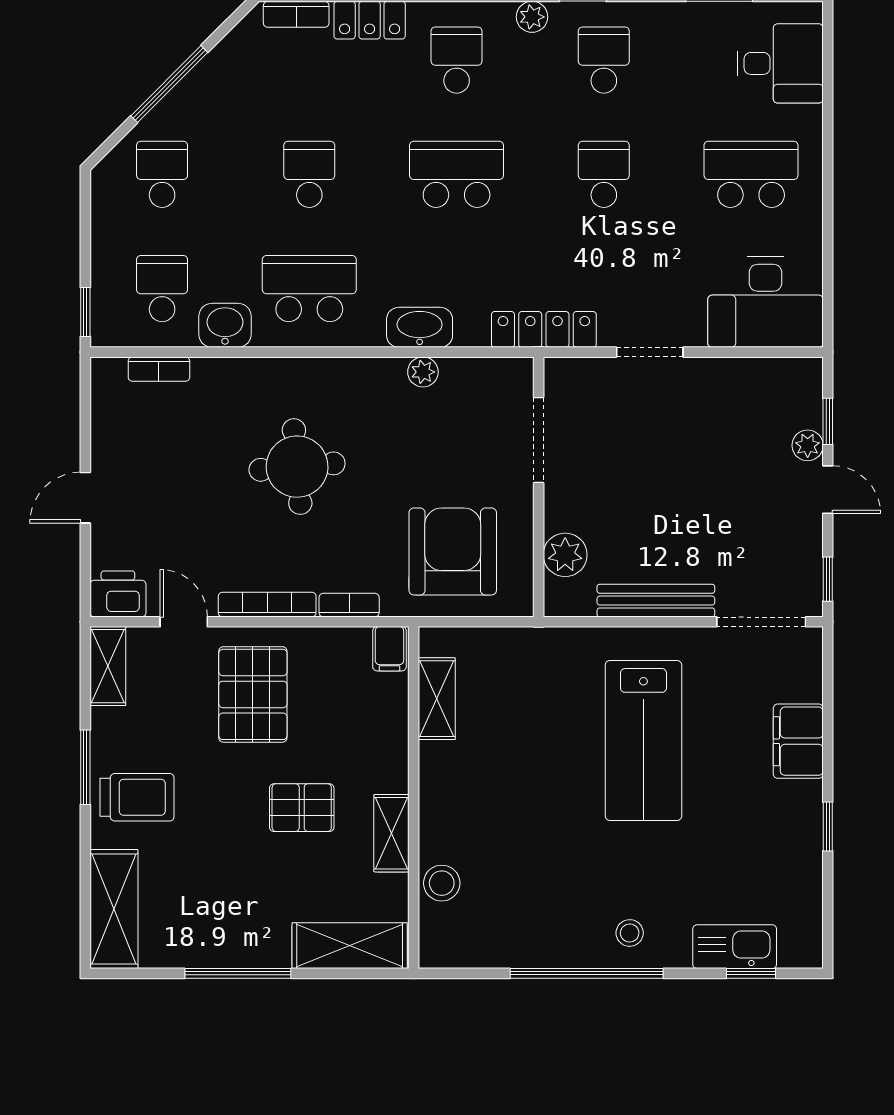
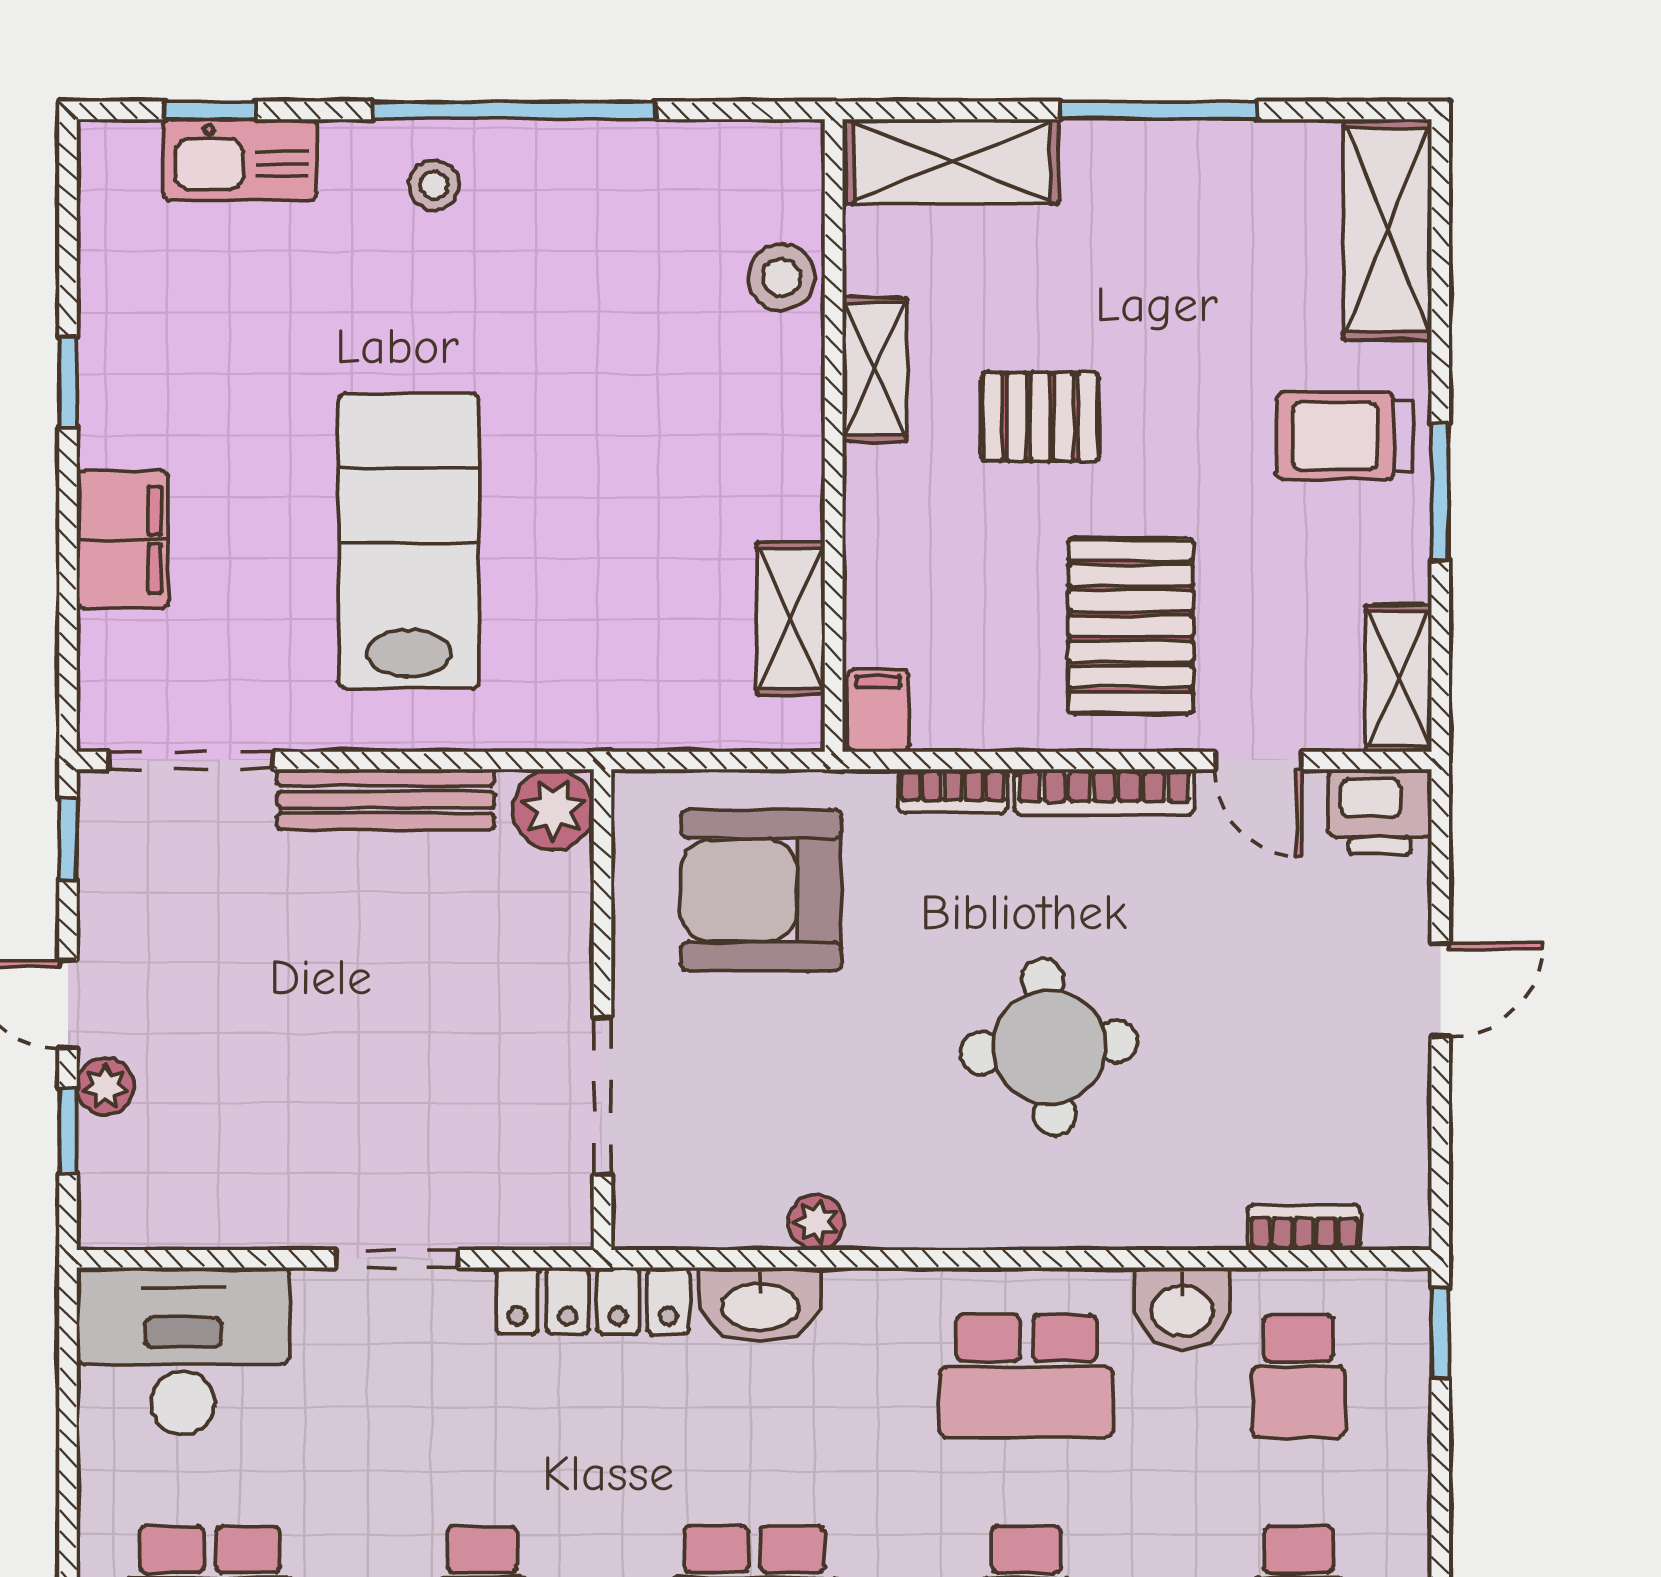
washbasin: (420, 327) -> (760, 1305), moved
armchair: (453, 551) -> (761, 890), turned 90
plant: (565, 555) -> (553, 809), moved

